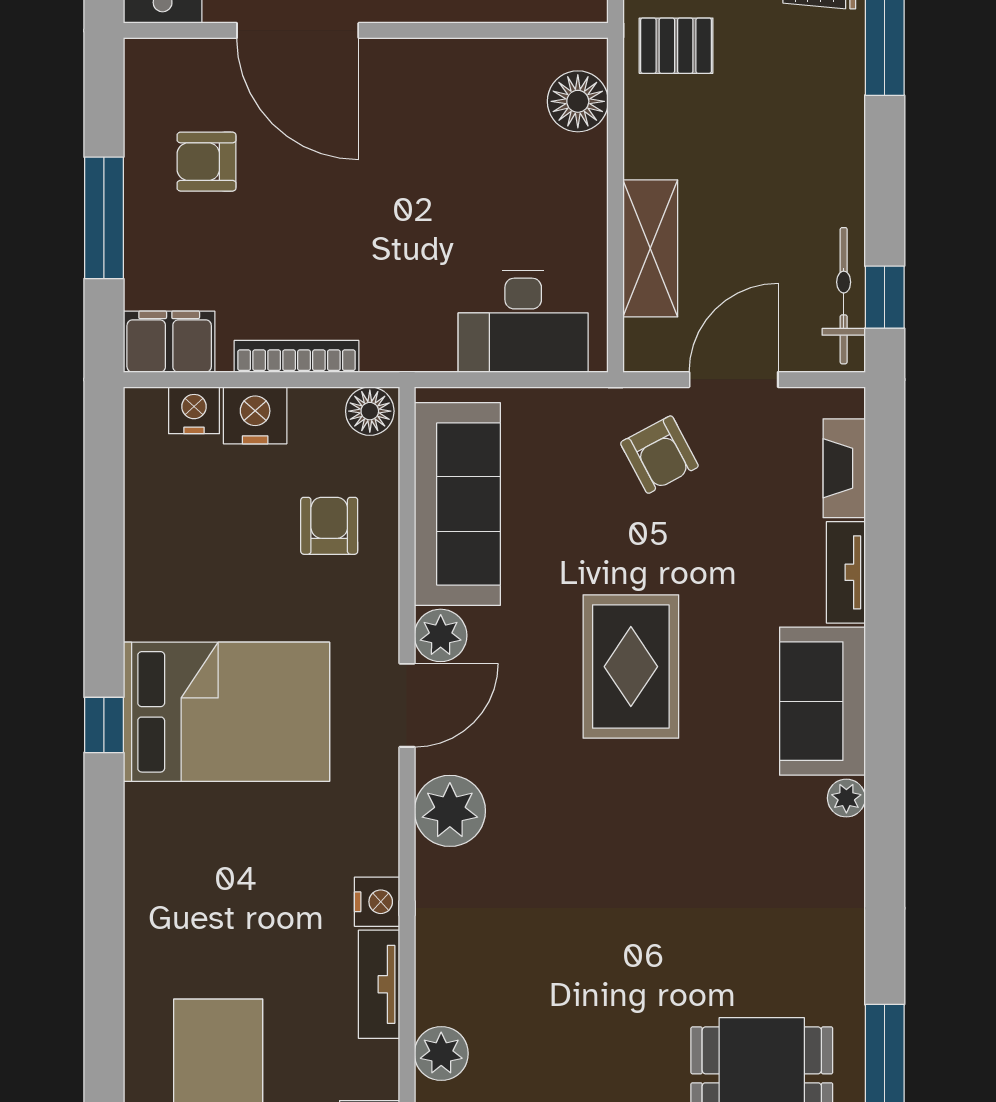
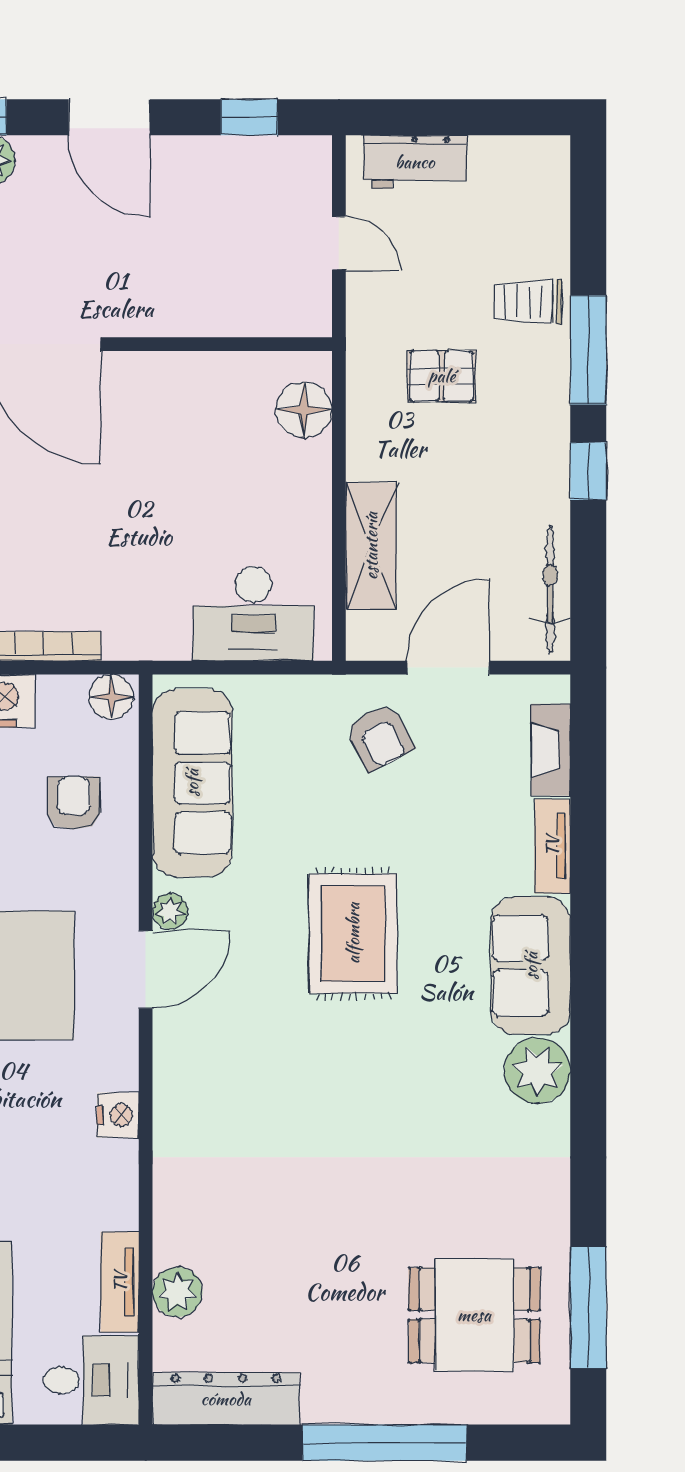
pallet: (676, 46) -> (442, 376), moved
window: (885, 297) -> (588, 471), moved
plant: (441, 635) -> (170, 911), width x0.73, depth x0.73
plant: (846, 798) -> (537, 1071), width x1.88, depth x1.88
plant: (450, 811) -> (185, 1067), removed
nightstand: (377, 902) -> (118, 1115), moved
tv unit: (379, 984) -> (120, 1282), moved

